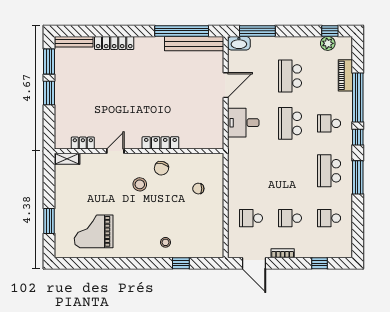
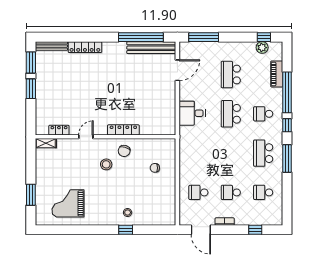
washbasin: (239, 43) -> (188, 47), removed
door: (226, 85) -> (177, 70), moved
window: (181, 263) -> (126, 230), moved

